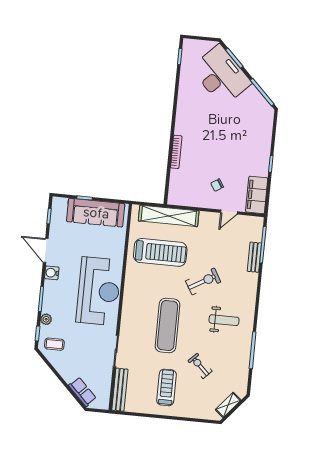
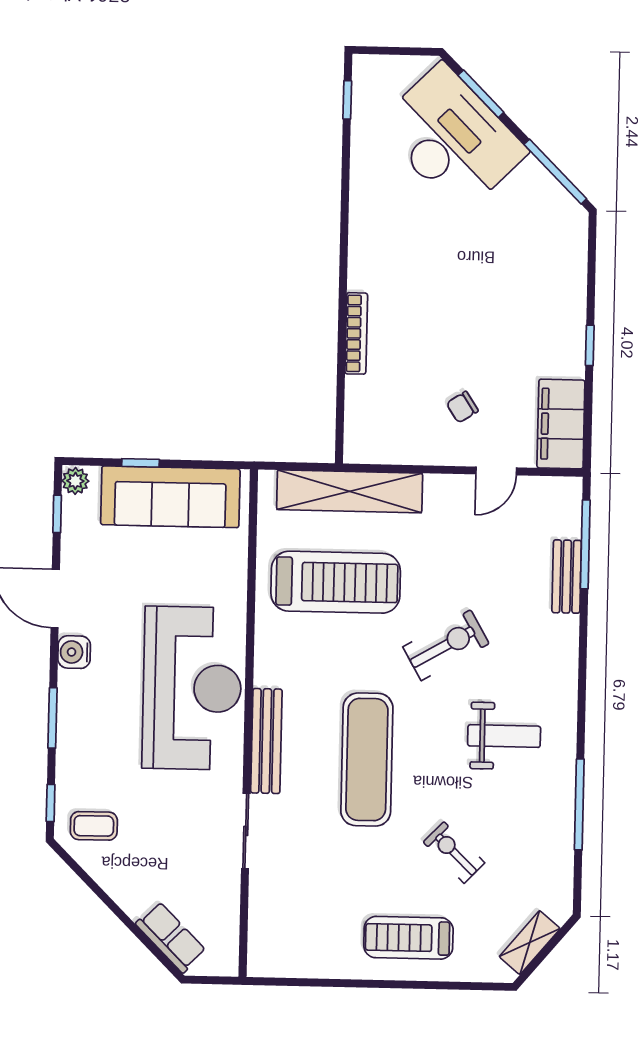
plant: (46, 319) -> (75, 481), moved
treadmill: (166, 387) -> (408, 938), moved, turned -90
bench: (120, 390) -> (266, 741), moved

